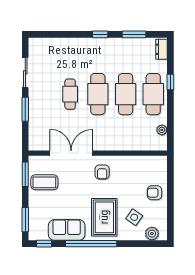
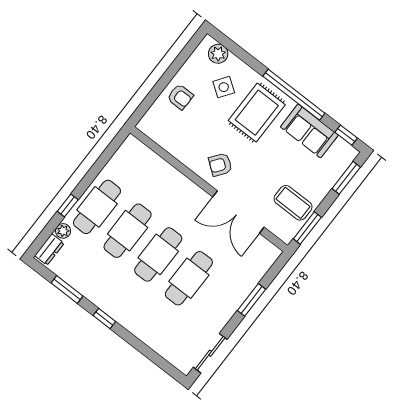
sliding door: (25, 72) -> (210, 353), moved
cafe table: (70, 94) -> (189, 278), width x1.37, depth x1.35
plant: (162, 130) -> (63, 231), moved
armchair: (102, 172) -> (220, 165), turned -143

